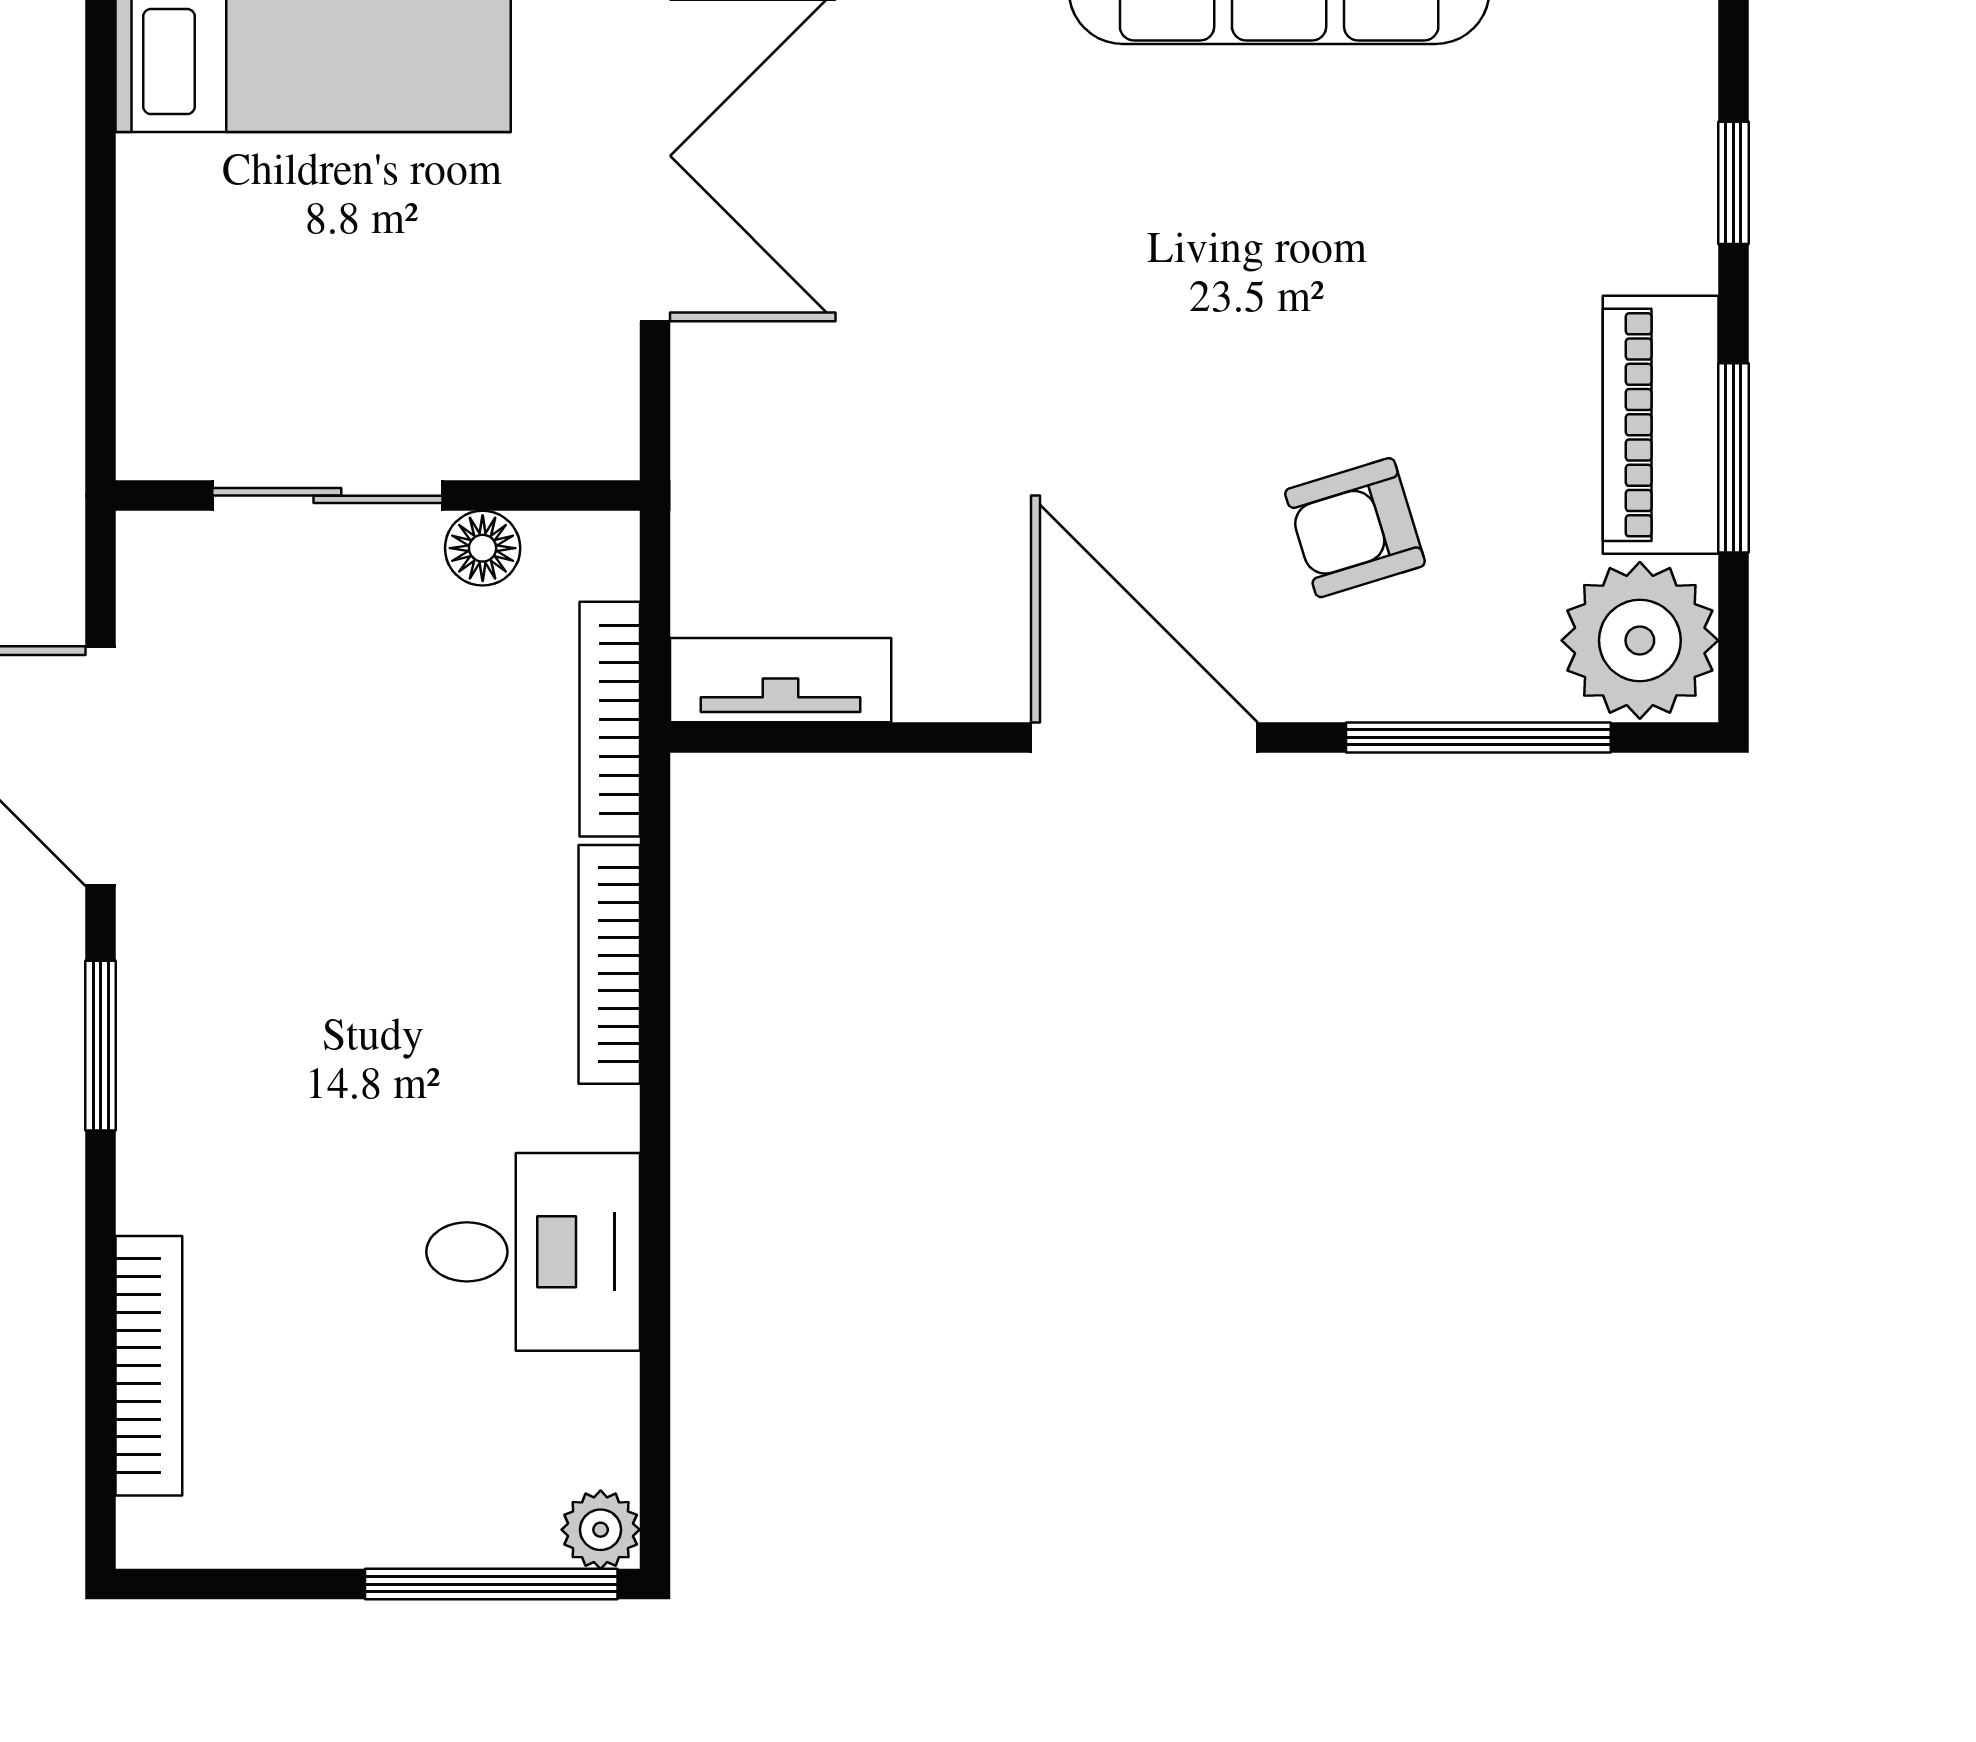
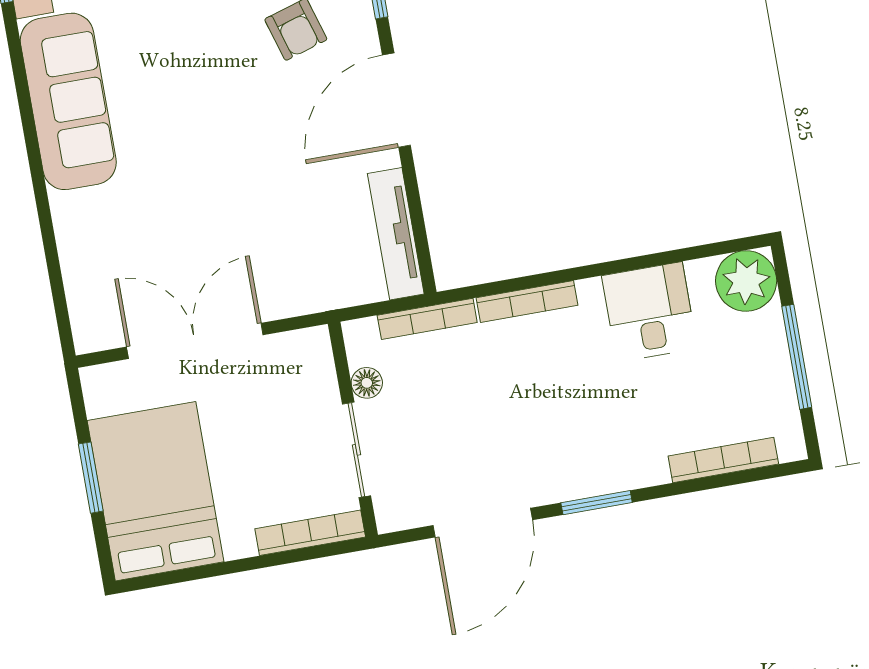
bookcase: (149, 350) -> (310, 533), added
tv unit: (781, 680) -> (396, 234), width x1.41
plant: (601, 1530) -> (746, 281), width x1.87, depth x1.87
window: (491, 1584) -> (797, 357), moved

